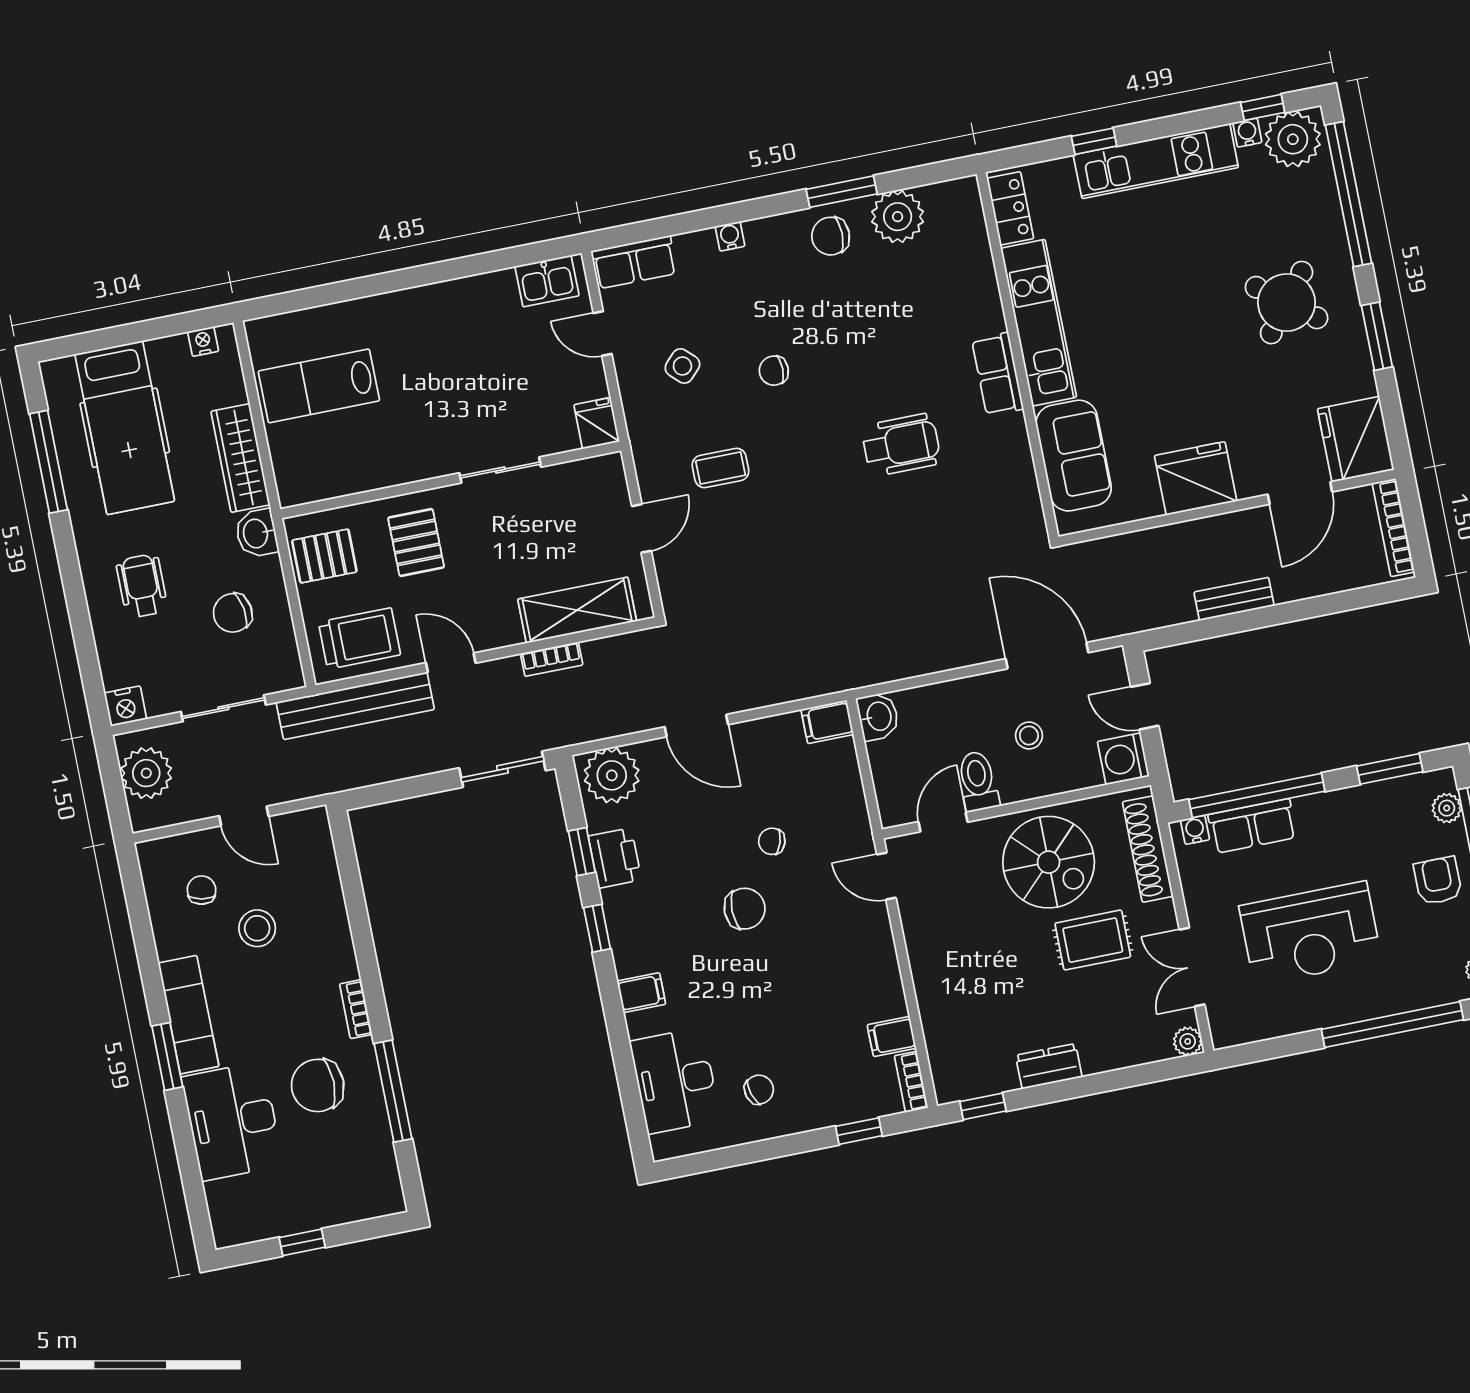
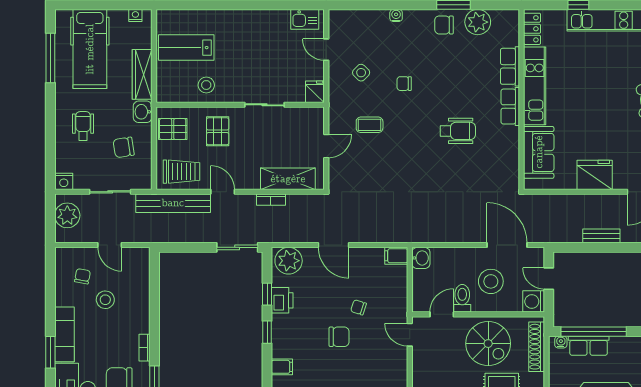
row of seats: (634, 262) -> (510, 66), moved, turned 90
stool: (374, 454) -> (206, 85), added
stool: (1029, 736) -> (491, 281), width x1.89, depth x1.89

